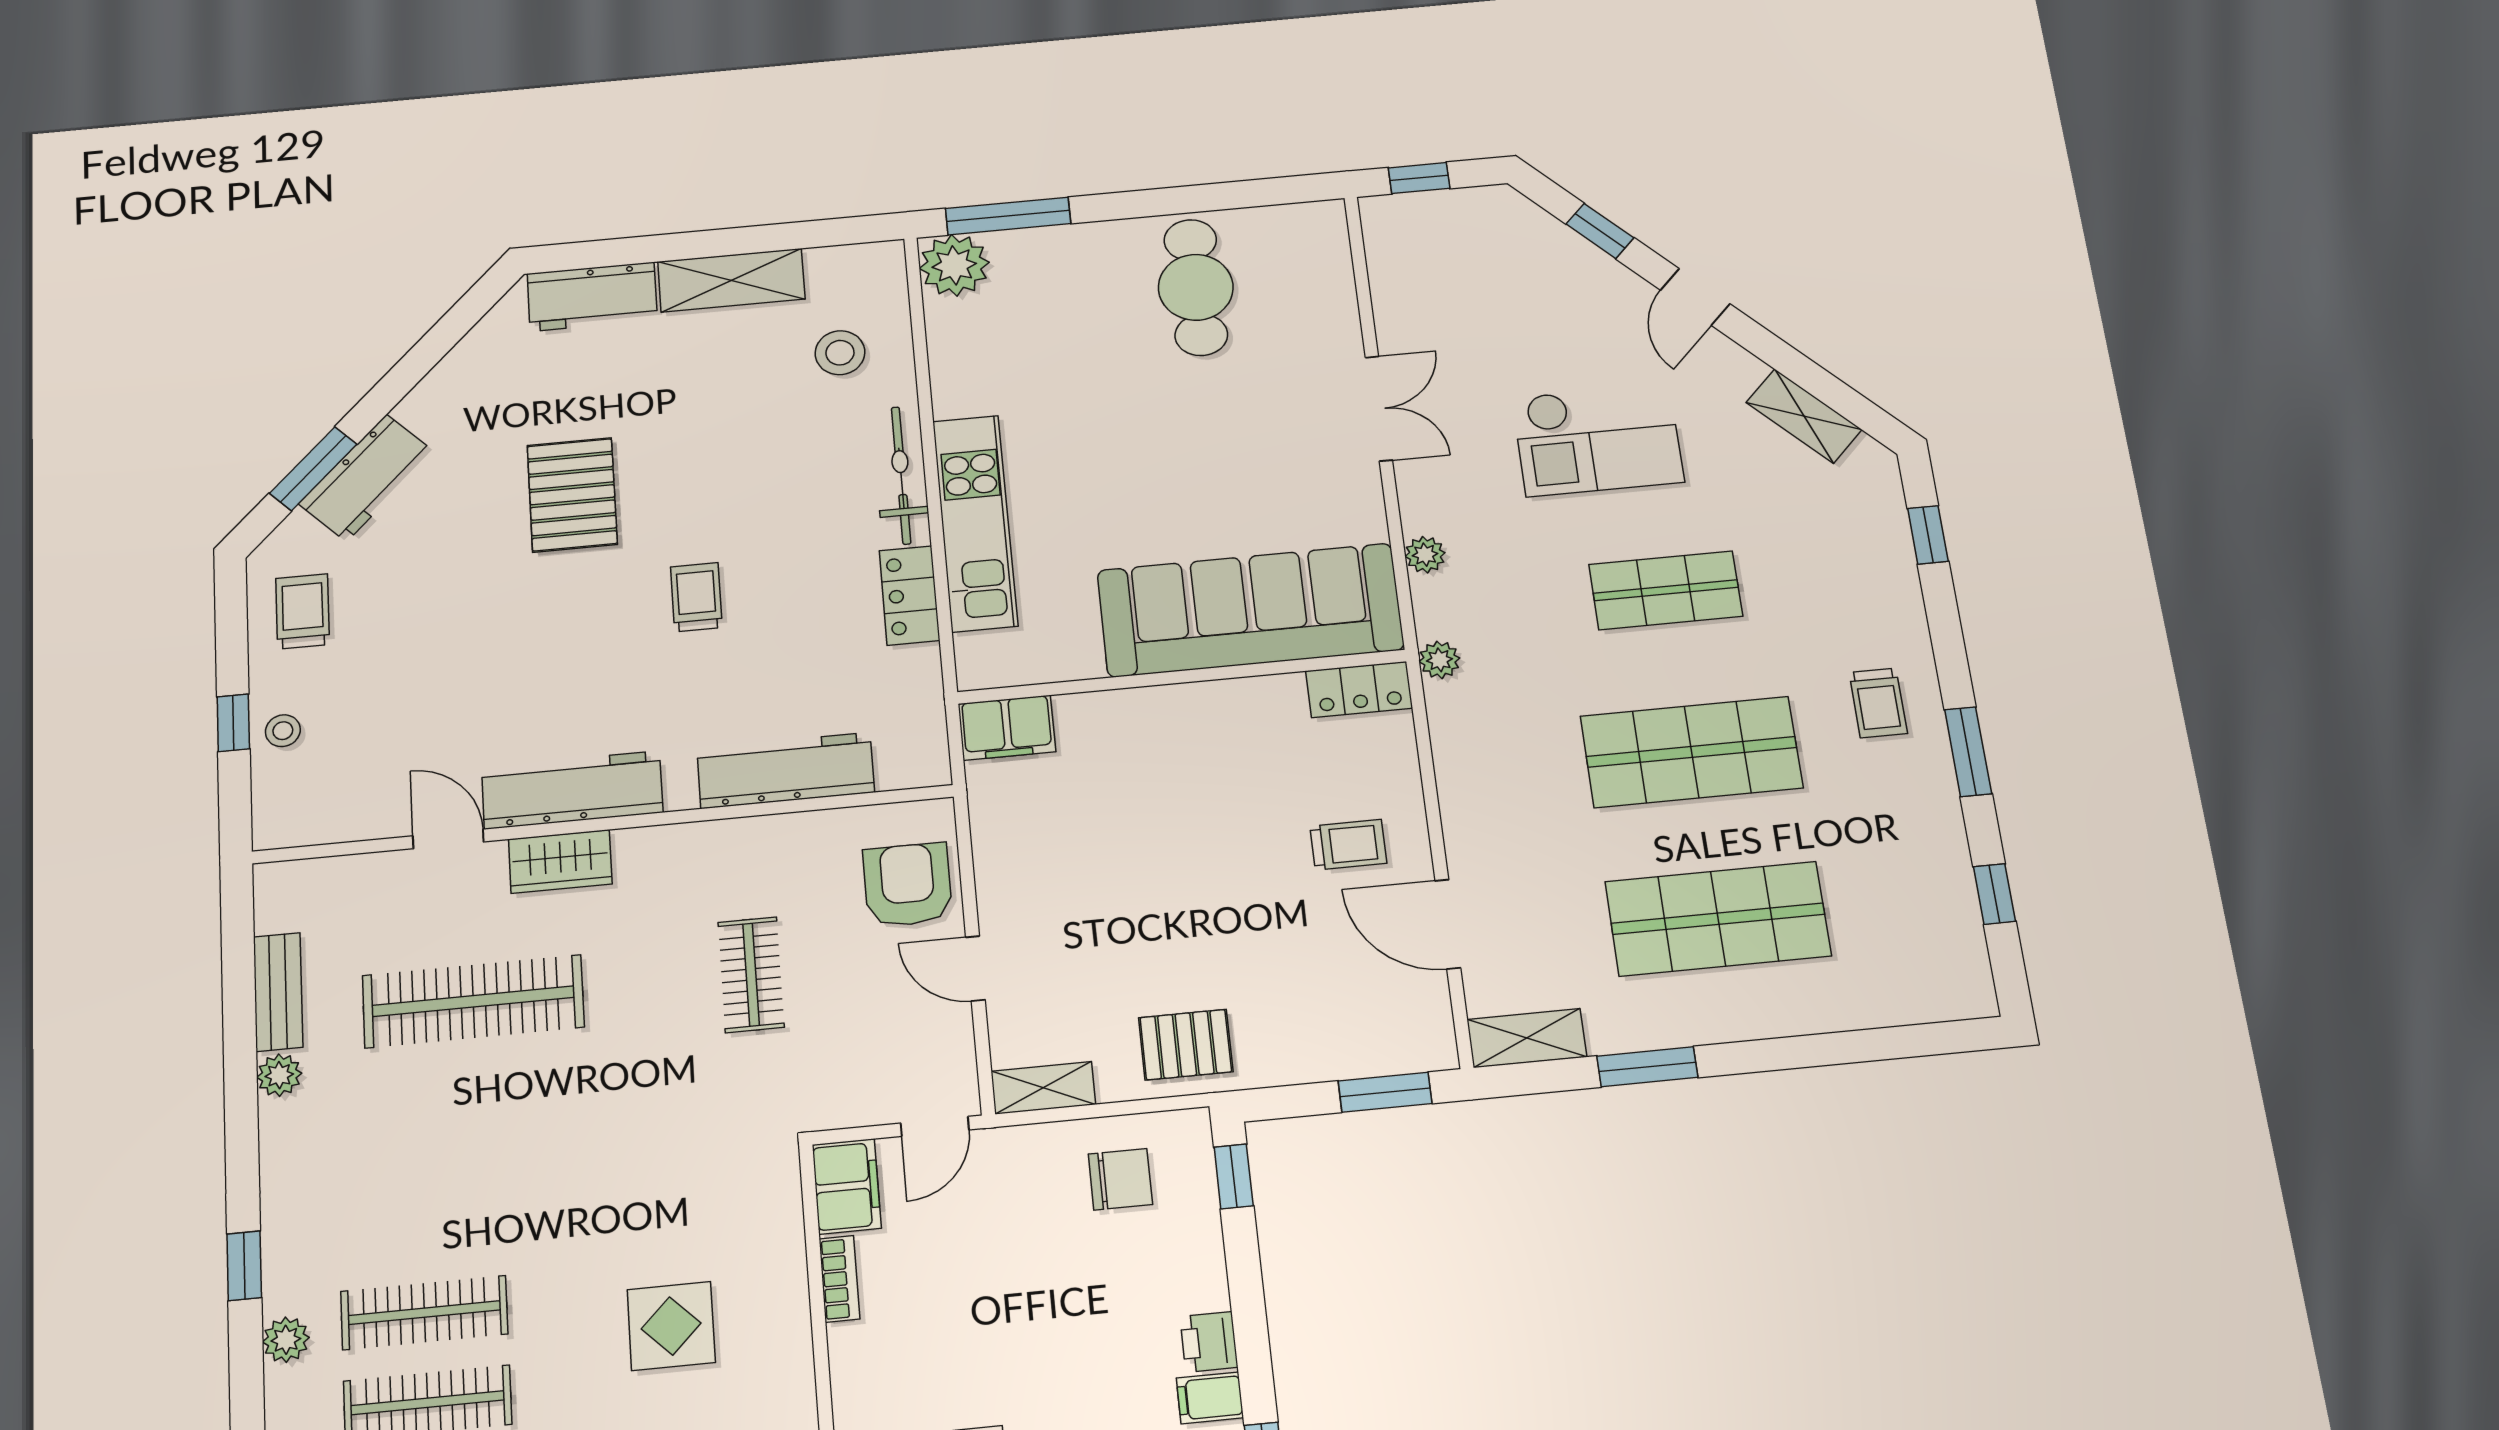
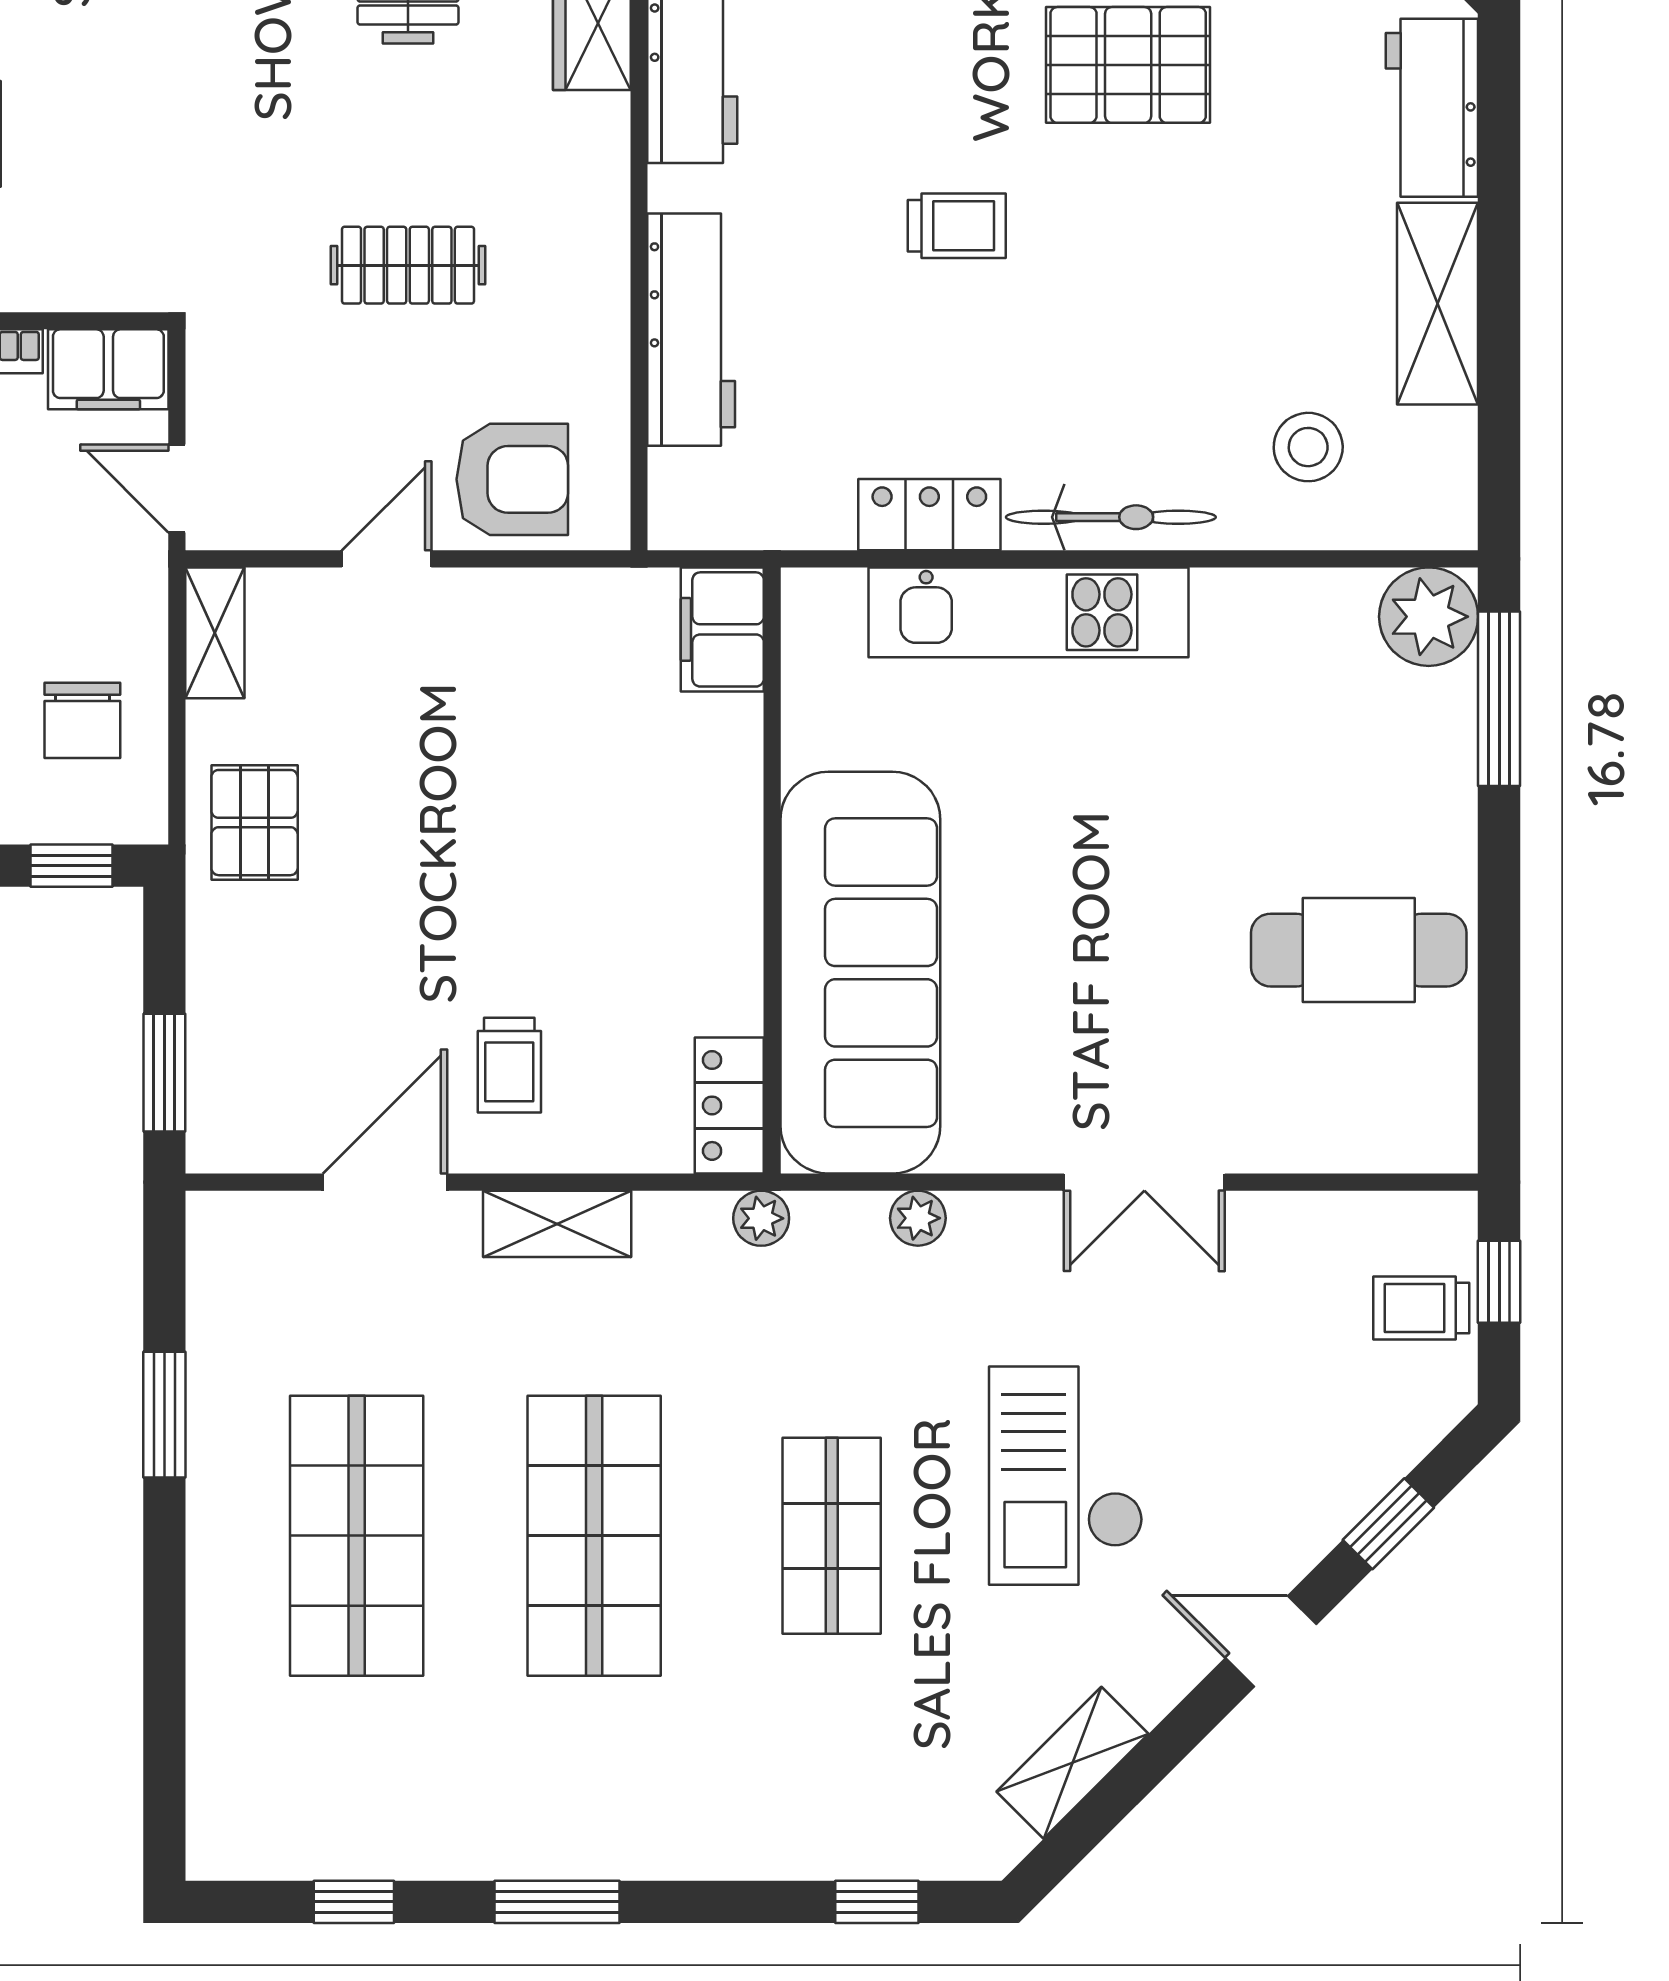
trolley: (1878, 703) -> (1421, 1308), moved
shelving: (1527, 1038) -> (557, 1224), moved, turned 90

